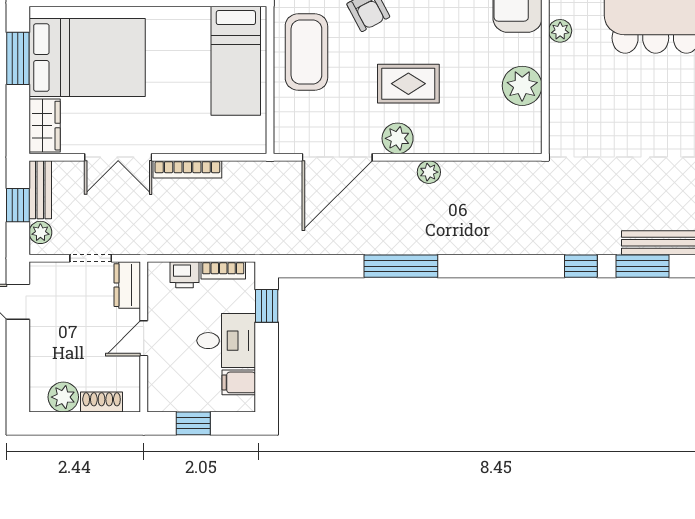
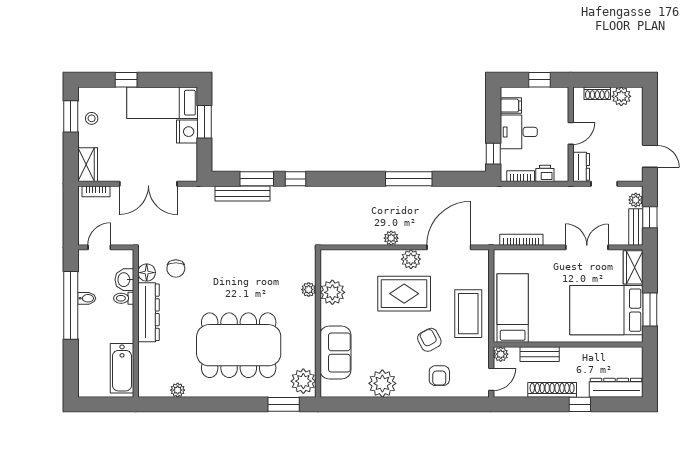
plant: (560, 31) -> (309, 290), moved
rug: (408, 84) -> (404, 294), width x1.36, depth x1.43
bookcase: (187, 169) -> (521, 240), moved

